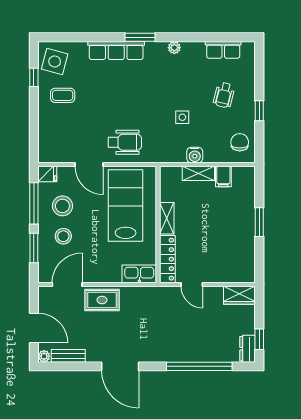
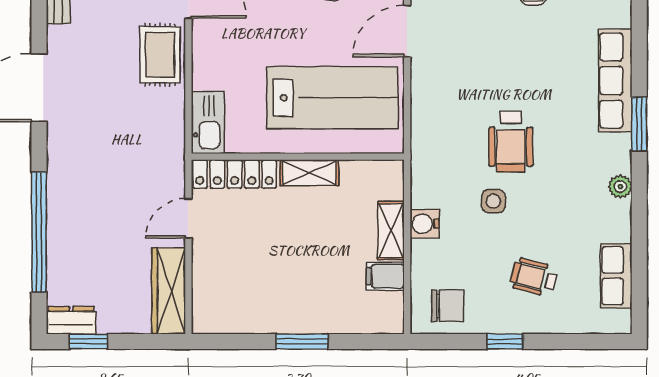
wheelchair: (125, 142) -> (511, 142), moved
wardrobe: (239, 295) -> (169, 291), width x1.50

